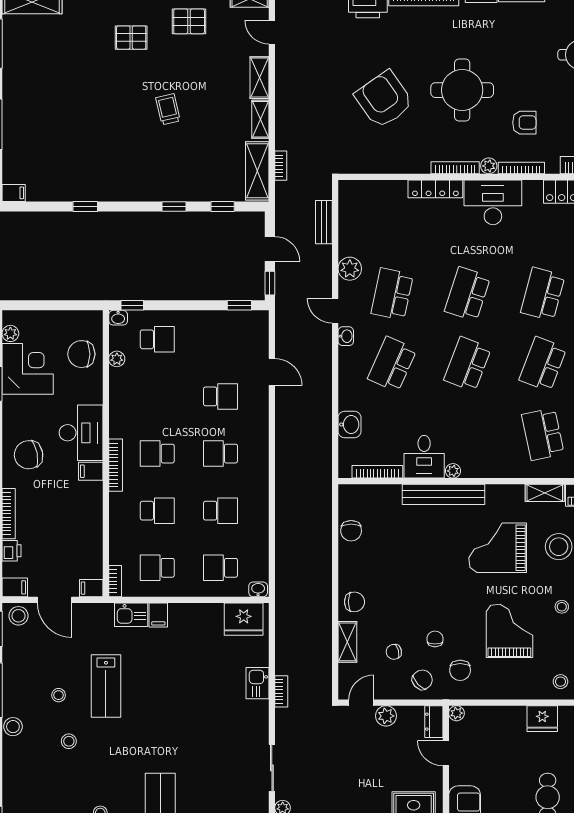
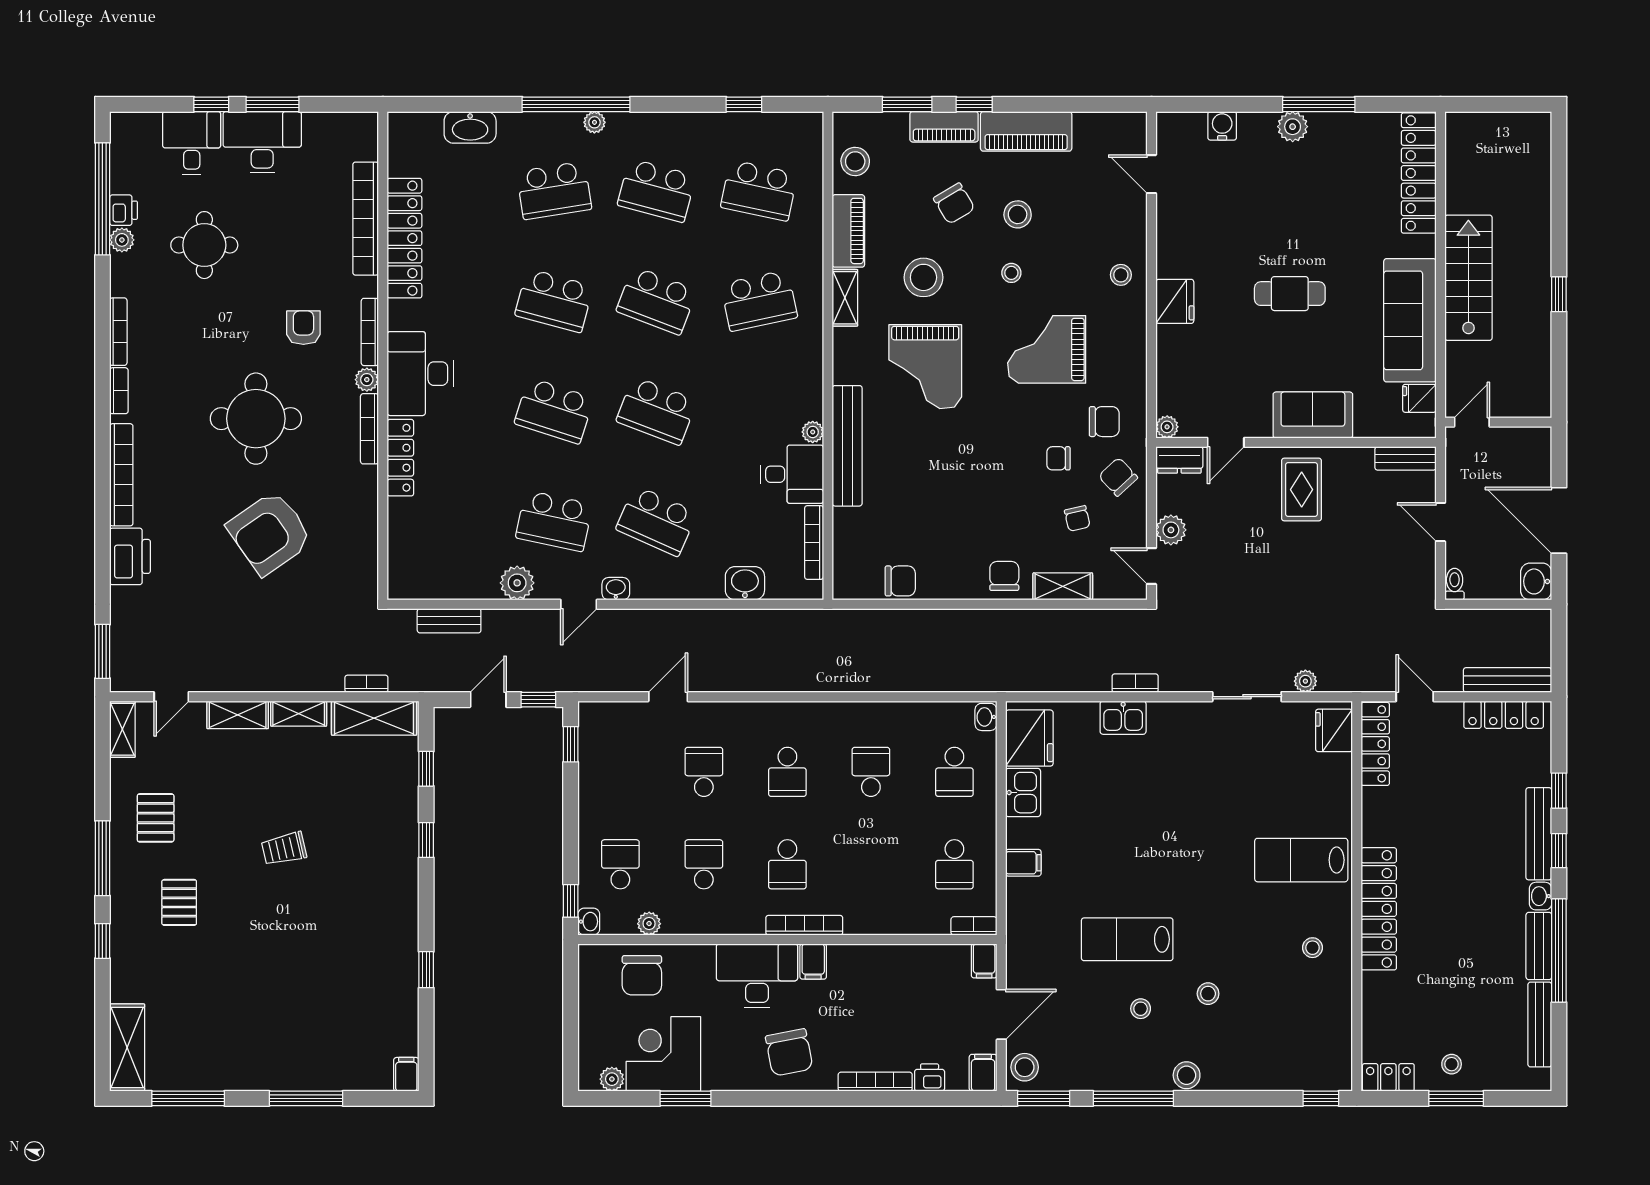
school desk: (157, 511) -> (704, 864), moved
kitchen sink: (131, 615) -> (1023, 793), moved
lab bench: (106, 686) -> (1127, 939), turned 180

